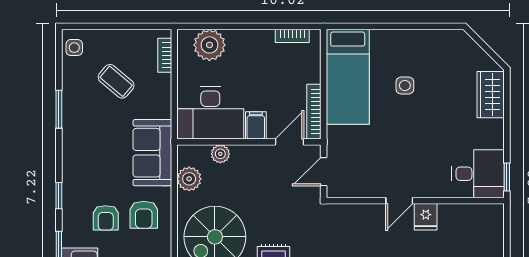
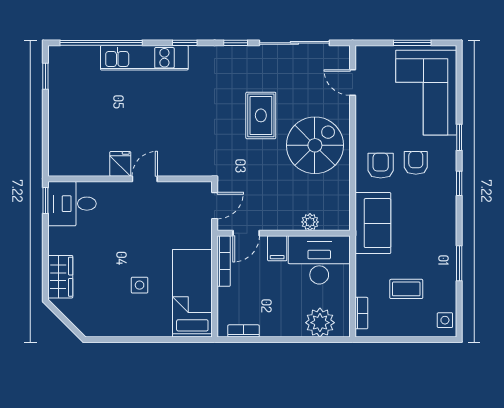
coffee table: (116, 81) -> (406, 289), turned -40
plant: (189, 179) -> (339, 199), removed

